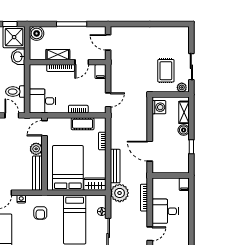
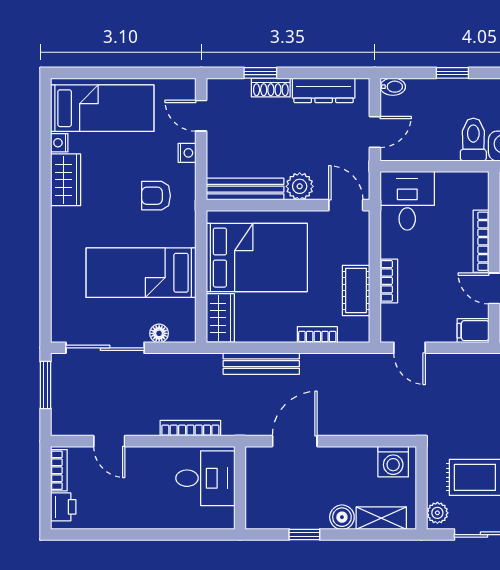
toilet: (15, 92) -> (473, 140), moved
filing cabinet: (184, 184) -> (220, 518), removed
plant: (120, 193) -> (201, 373), removed
desk: (165, 211) -> (205, 478), moved, turned 90

